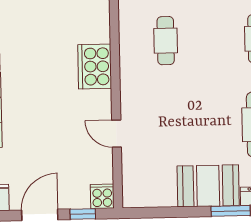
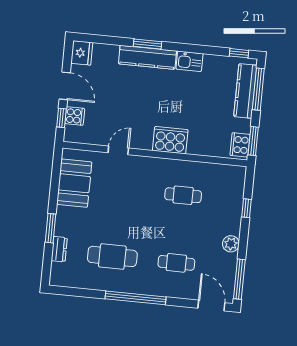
booth: (208, 186) -> (74, 183), moved
cooker: (102, 196) -> (75, 116), moved

